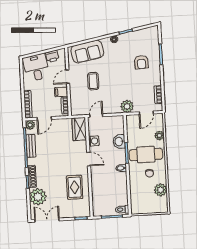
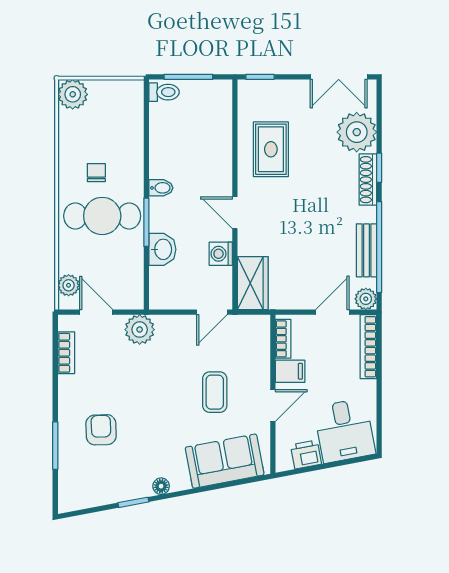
door: (146, 113) -> (96, 312), hinge flipped
plant: (159, 135) -> (69, 285), moved
plant: (161, 190) -> (73, 94), moved

